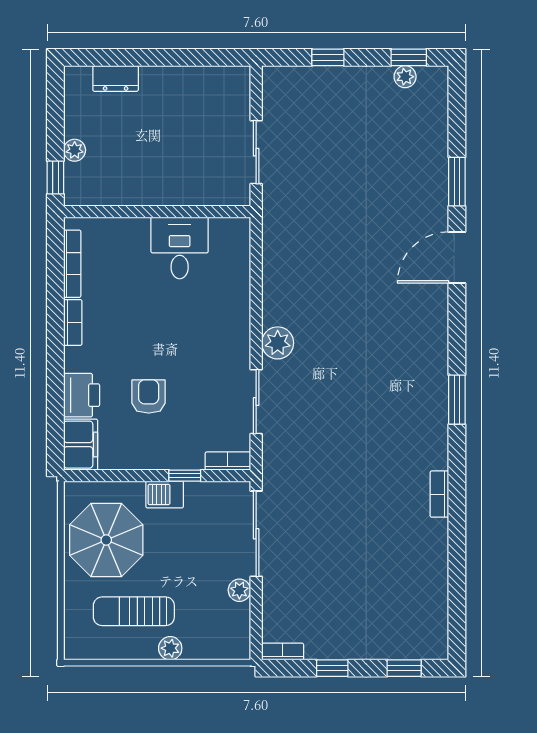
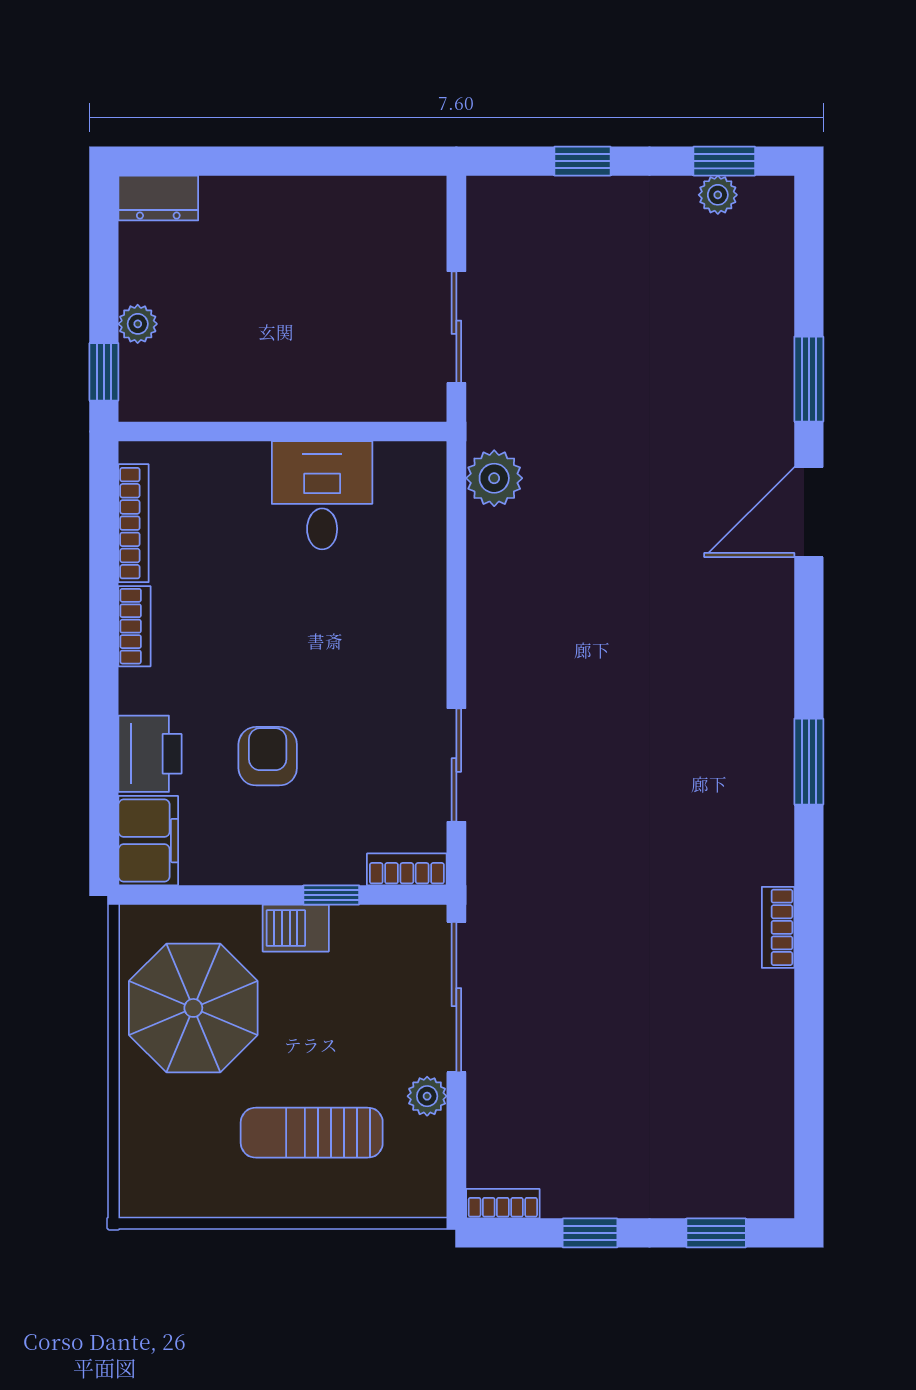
dresser: (116, 78) -> (158, 198), moved
plant: (278, 343) -> (494, 478), moved
sun lounger: (134, 611) -> (312, 1133), moved
plant: (170, 648) -> (306, 1198), removed

